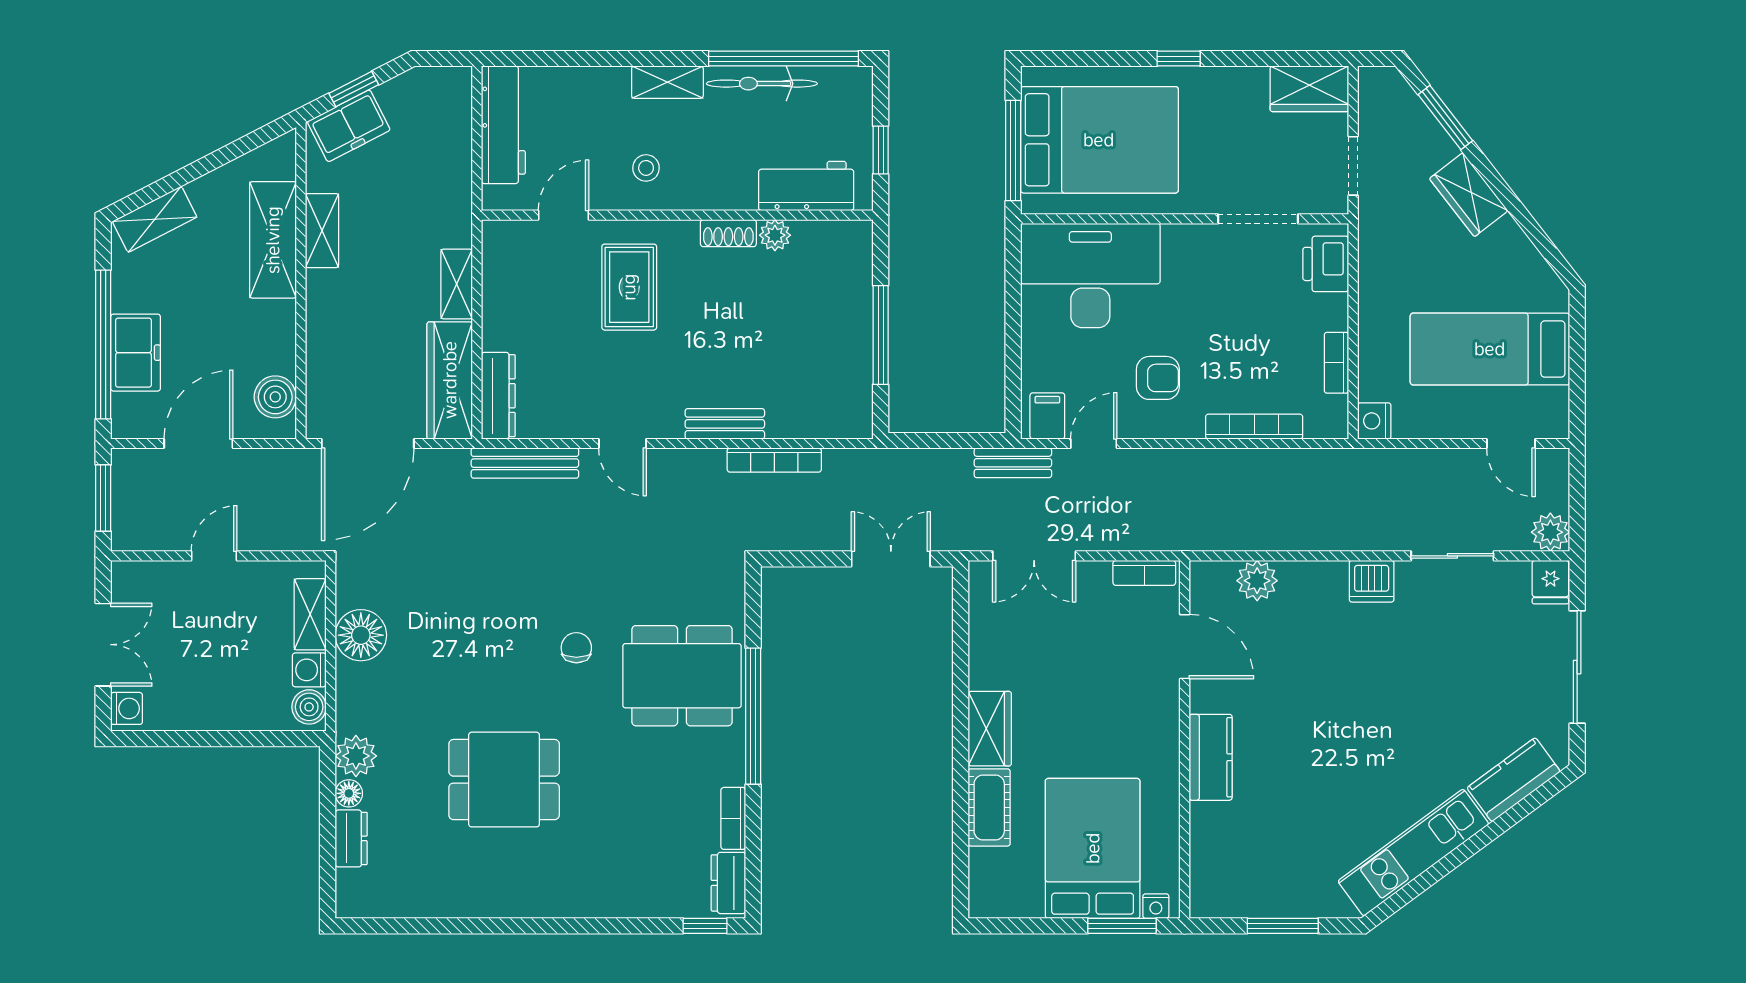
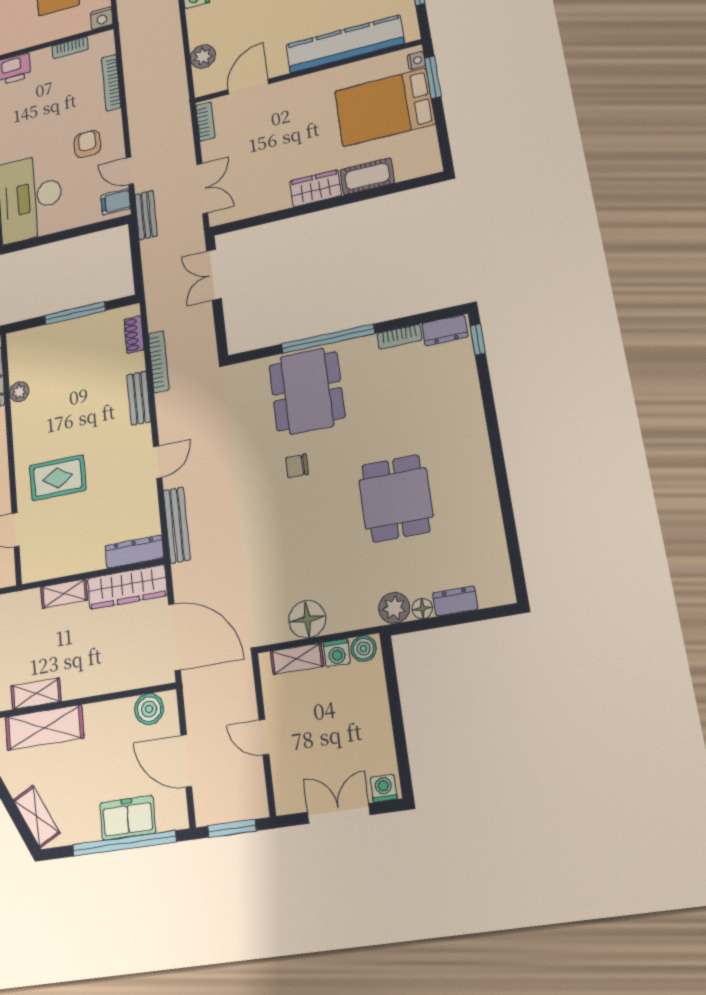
shoe rack: (728, 233) -> (134, 335), moved, turned 180
kitchen counter: (1211, 757) -> (345, 44), width x2.08, depth x1.17

